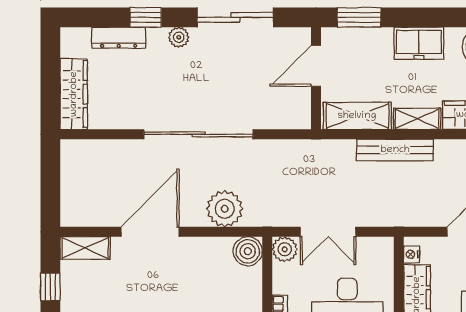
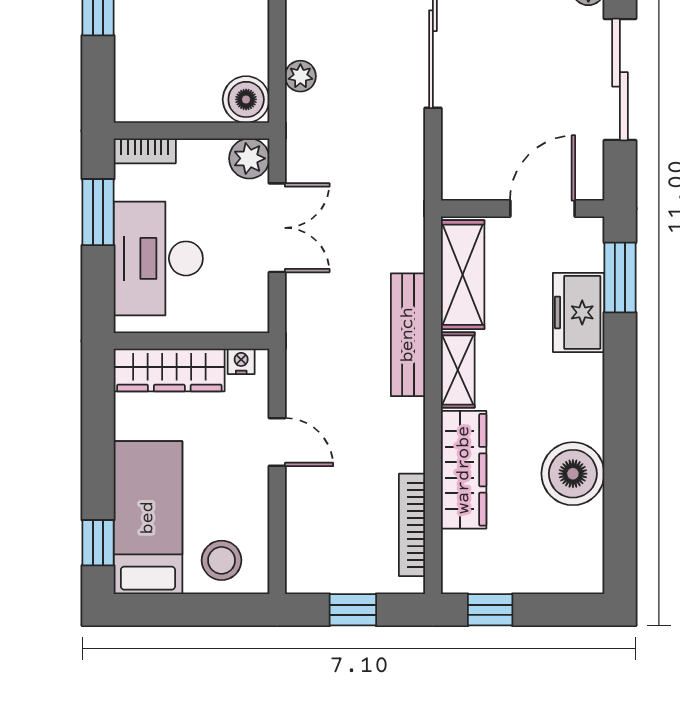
freezer: (419, 43) -> (579, 312), moved
door: (316, 66) -> (543, 208), hinge flipped
plant: (225, 209) -> (300, 76), width x0.53, depth x0.53
double door: (328, 232) -> (277, 228), swing flipped

